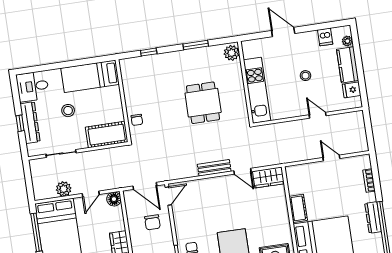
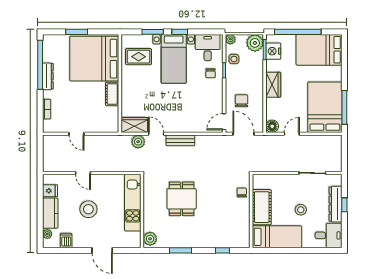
stool: (305, 76) -> (88, 209), width x1.89, depth x1.89
cot: (107, 135) -> (262, 207), moved, turned 90
plant: (64, 189) -> (138, 142), moved

